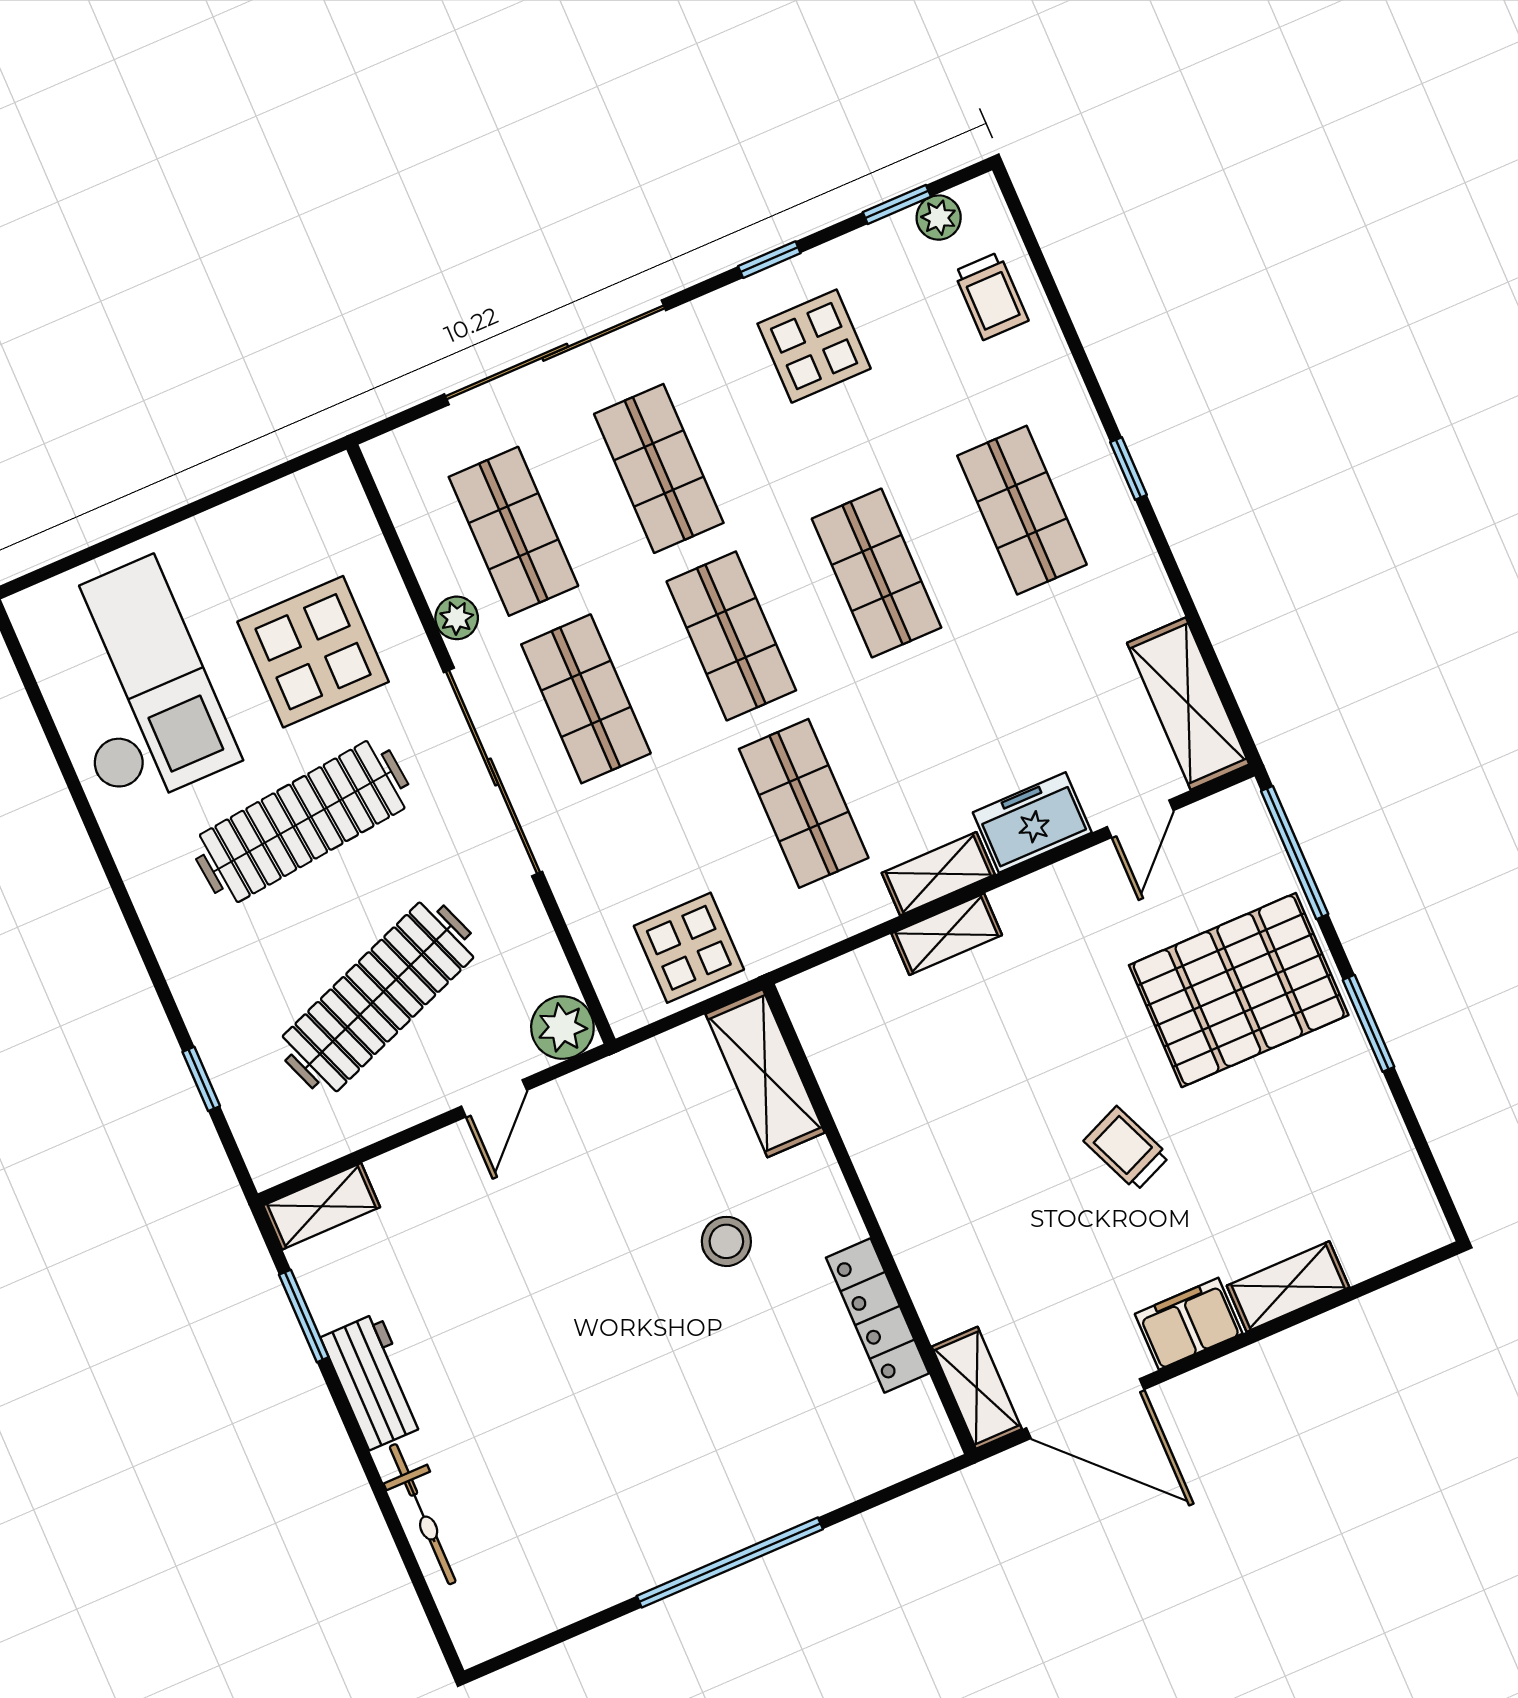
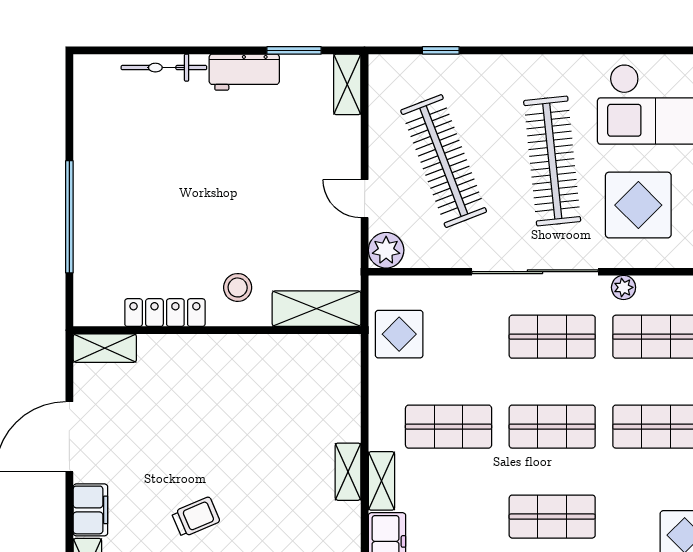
shelving: (765, 1073) -> (317, 309), moved
wall: (869, 1219) -> (217, 330), moved
locker: (877, 1315) -> (165, 313), moved
shelving: (977, 1388) -> (105, 348), moved

